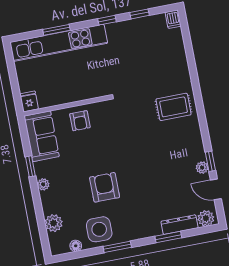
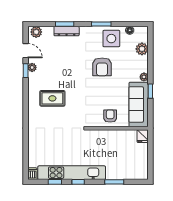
kitchen unit: (59, 43) -> (72, 173), moved
rug: (174, 107) -> (52, 98), moved
sofa: (42, 136) -> (139, 104), width x1.36
dresser: (180, 225) -> (67, 31), moved

